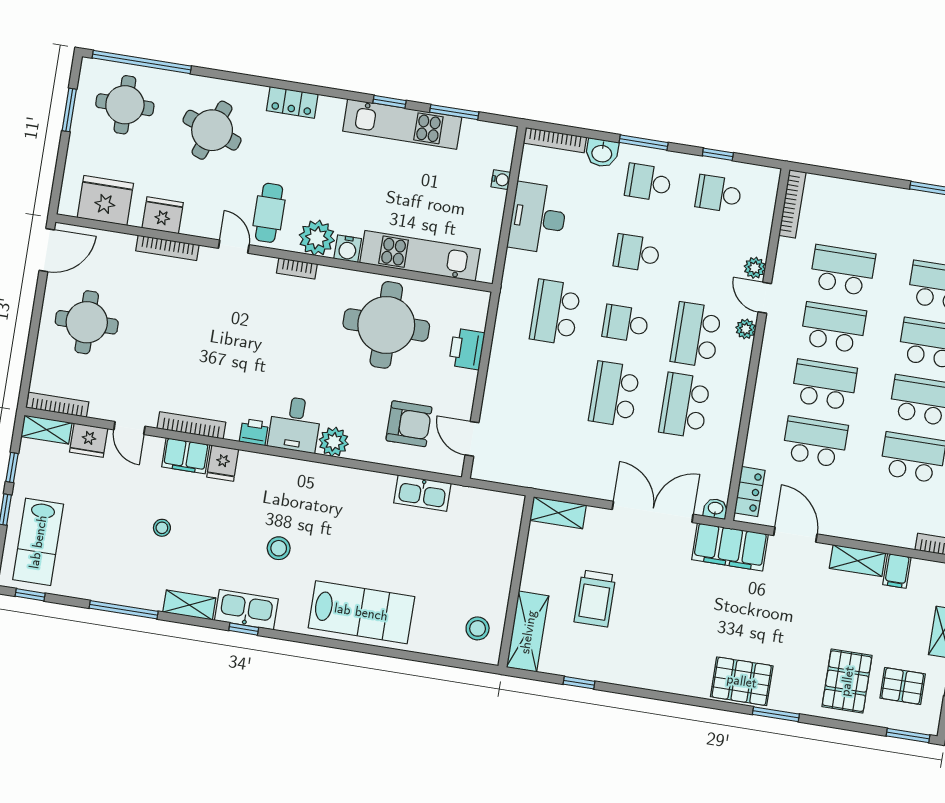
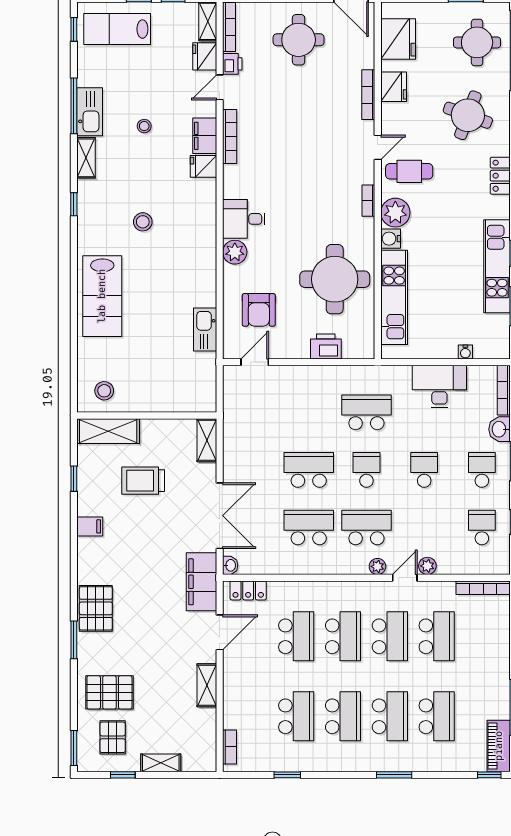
printer: (254, 432) -> (232, 64), moved
filing cabinet: (897, 571) -> (90, 526), moved, turned 180
kitchen sink: (246, 610) -> (90, 112), moved

